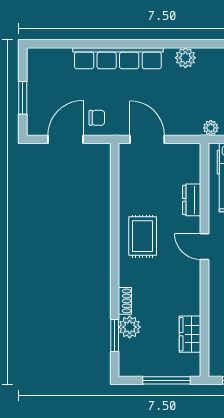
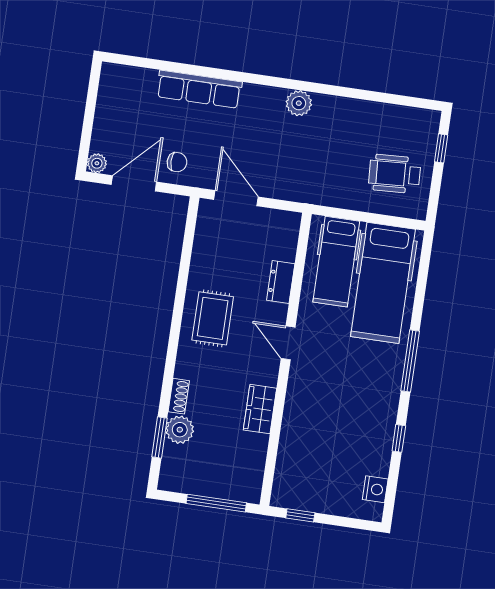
row of seats: (118, 58) -> (199, 89), width x0.73
window: (23, 98) -> (88, 124), removed
plant: (211, 128) -> (97, 163), moved
wardrobe: (190, 334) -> (260, 409), moved

